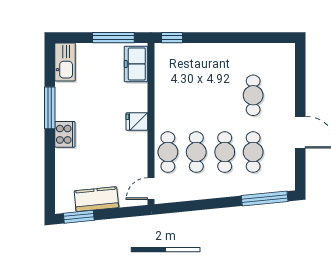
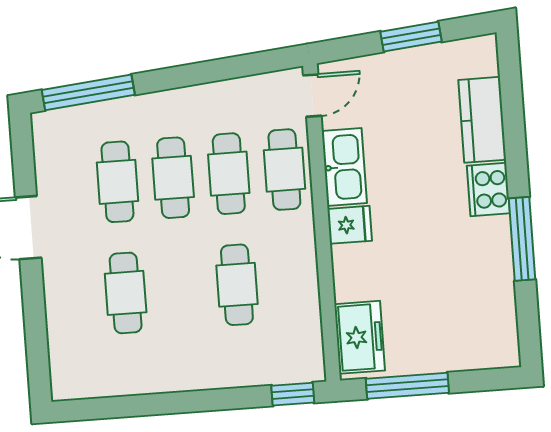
kitchen sink: (65, 62) -> (344, 167), moved, turned 180
cafe table: (196, 95) -> (237, 285), added
kitchen counter: (96, 199) -> (482, 120), moved, turned 96
window: (79, 217) -> (411, 37), moved

